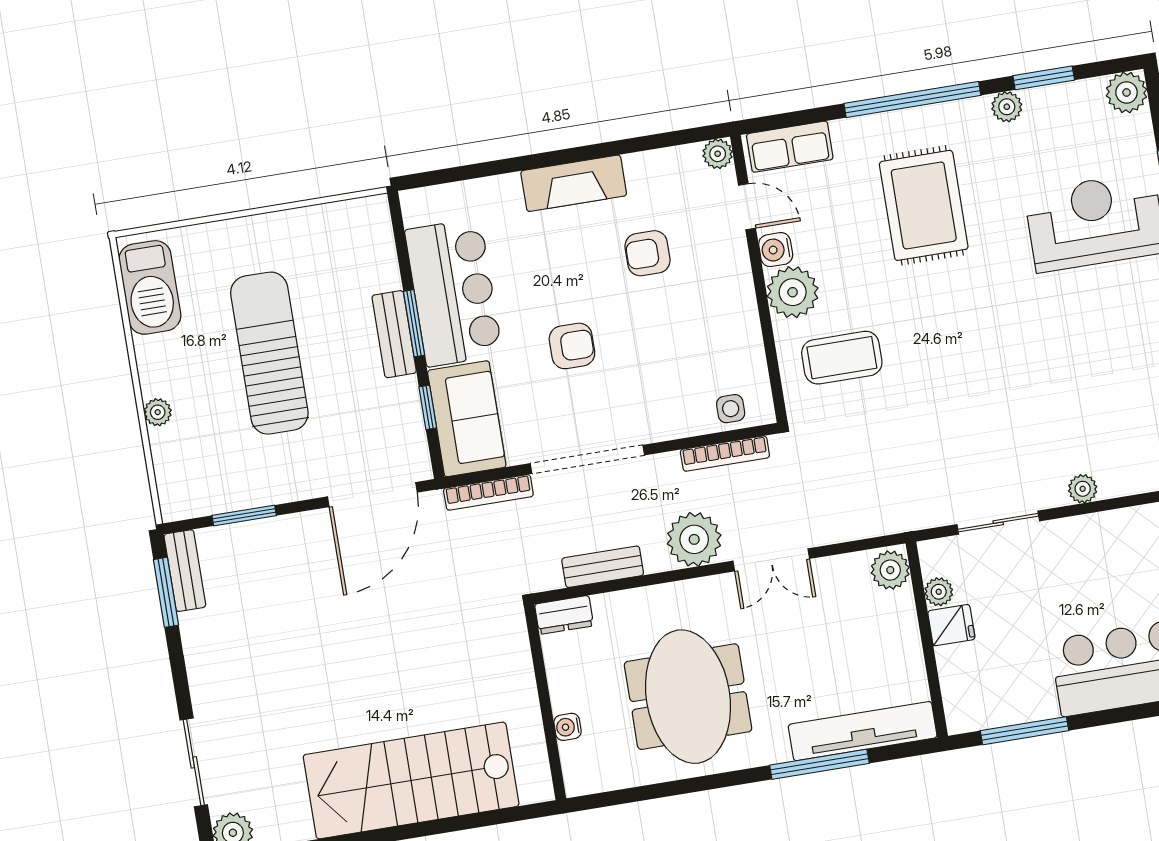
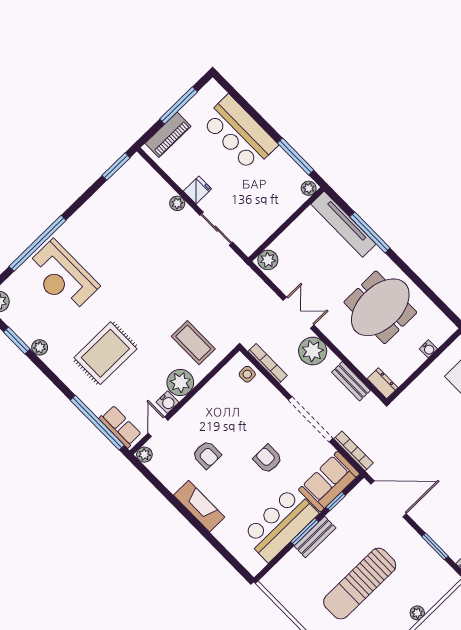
window: (912, 99) -> (97, 423), moved
plant: (939, 592) -> (309, 188), moved
fridge: (951, 625) -> (197, 190), moved, turned 90

